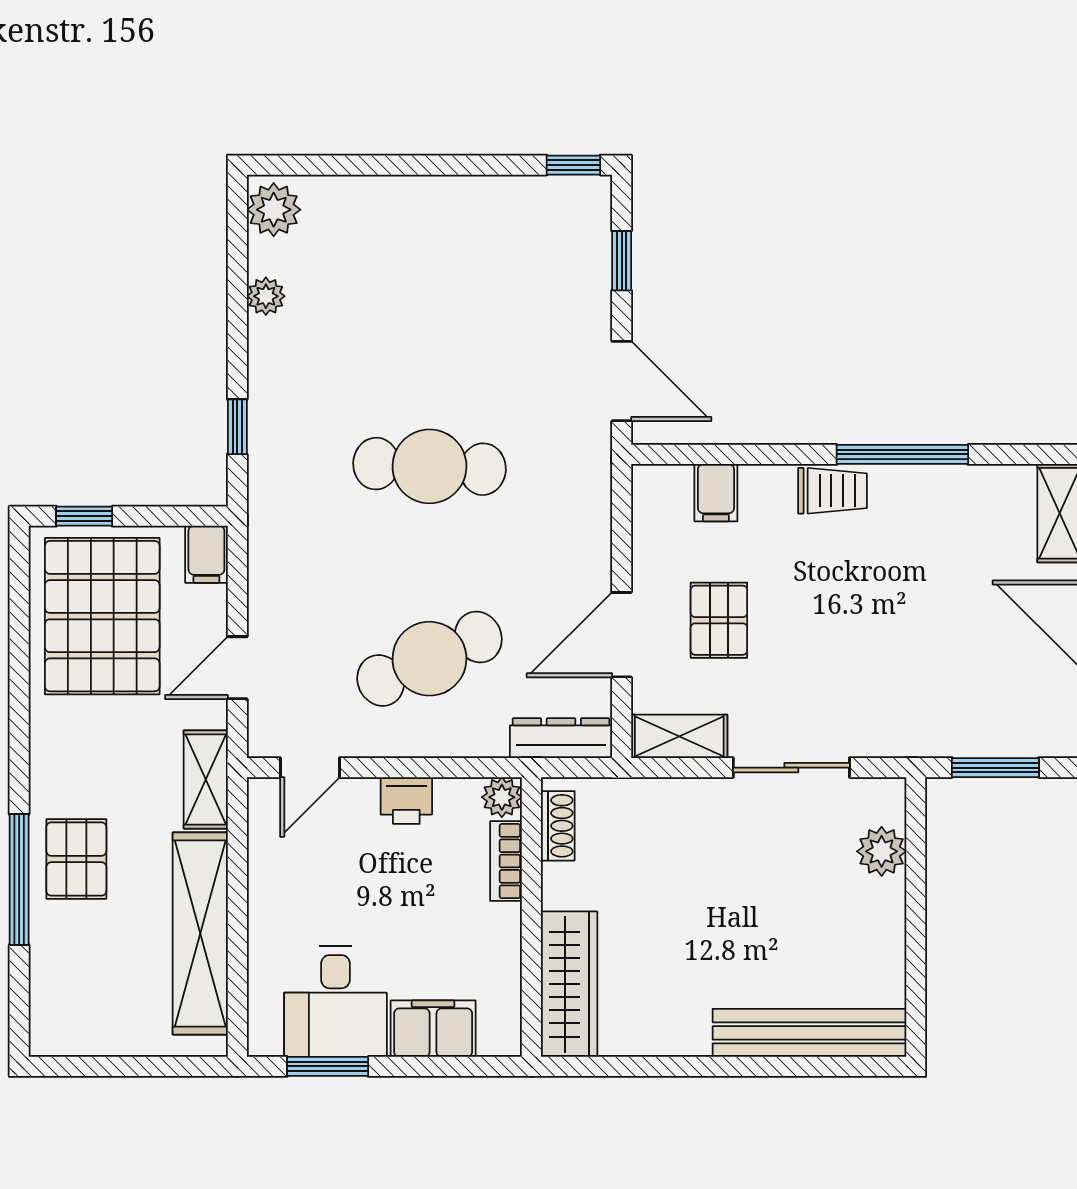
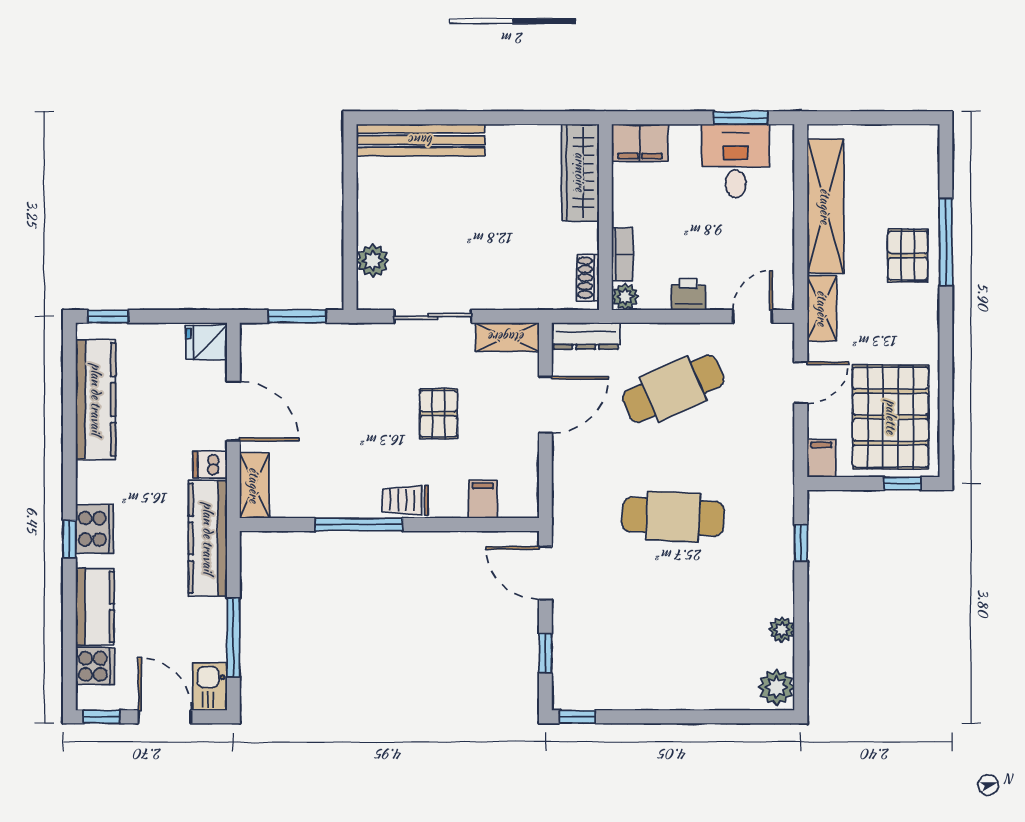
pallet: (719, 620) -> (439, 414), moved
filing cabinet: (433, 1029) -> (640, 143), moved

